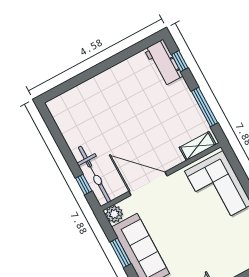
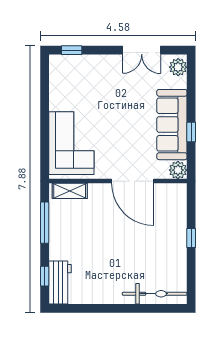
bicycle: (95, 174) -> (155, 294), moved, turned 90
window: (84, 185) -> (191, 238), moved
window: (121, 253) -> (191, 132), width x0.67

